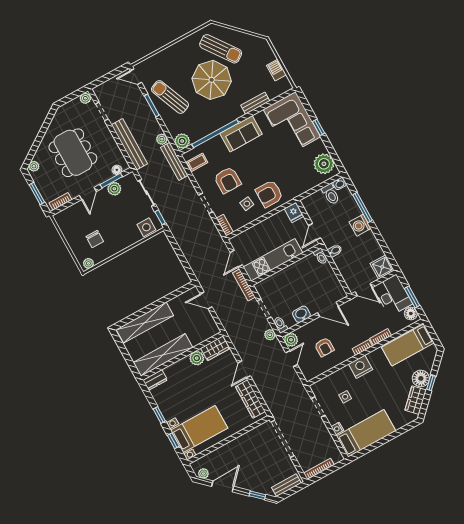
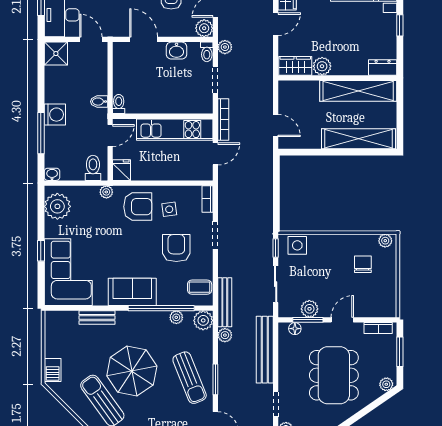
barbecue: (276, 70) -> (53, 370), moved
plant: (202, 133) -> (176, 317), added
plant: (296, 192) -> (106, 192), added
toilet: (331, 194) -> (93, 168), moved

